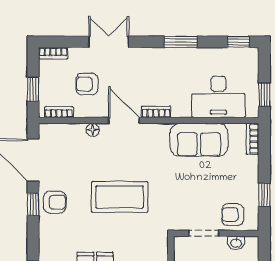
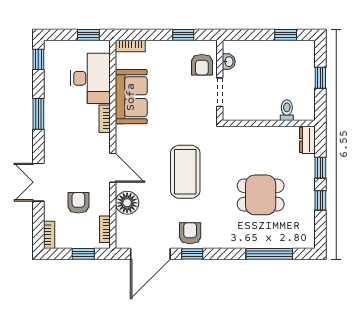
armchair: (87, 84) -> (78, 203), turned 180
bookcase: (156, 112) -> (105, 119), moved
door: (124, 120) -> (113, 168), swing flipped
floor lamp: (93, 130) -> (127, 203), width x1.89, depth x1.89

